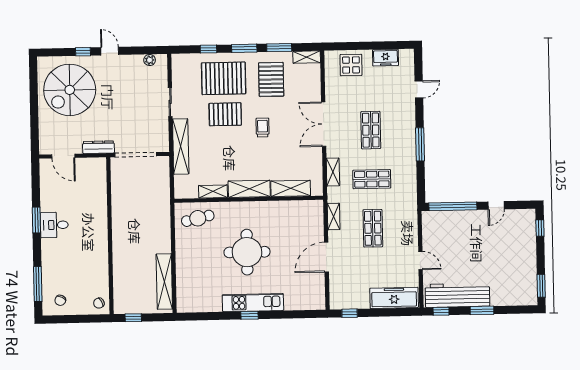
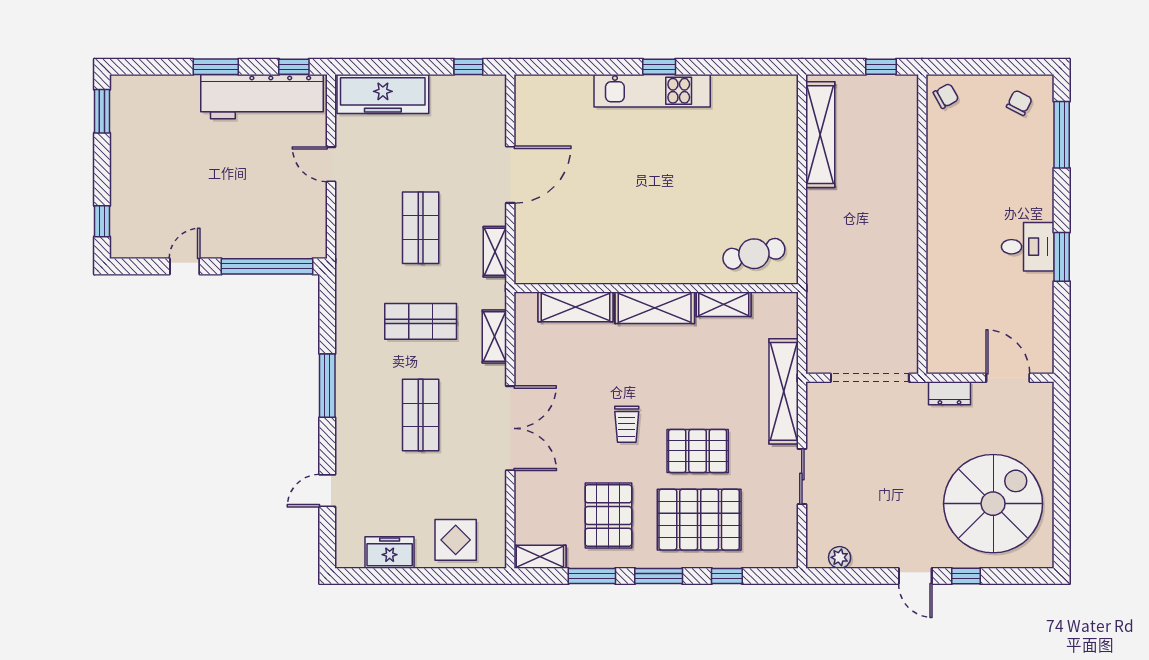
dresser: (98, 147) -> (950, 393), width x0.70
round table: (247, 252) -> (661, 187), removed

